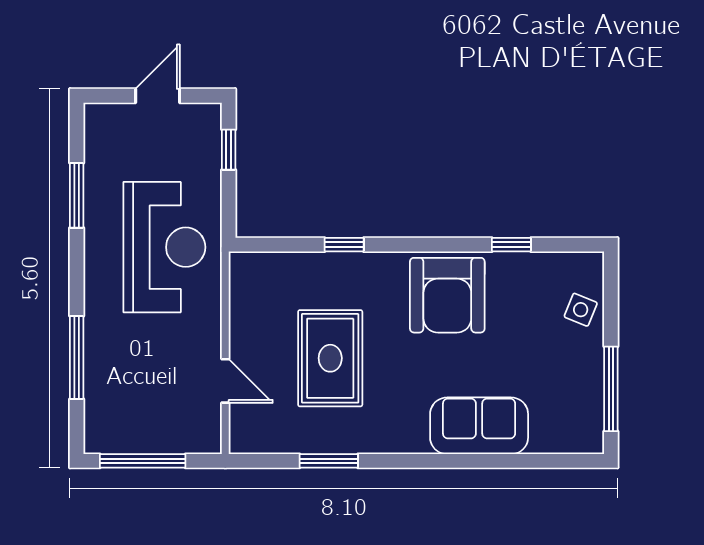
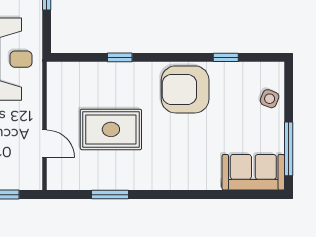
armchair: (447, 295) -> (185, 89), turned 90
rug: (330, 358) -> (111, 129), turned 90
sofa: (479, 426) -> (253, 172), moved

